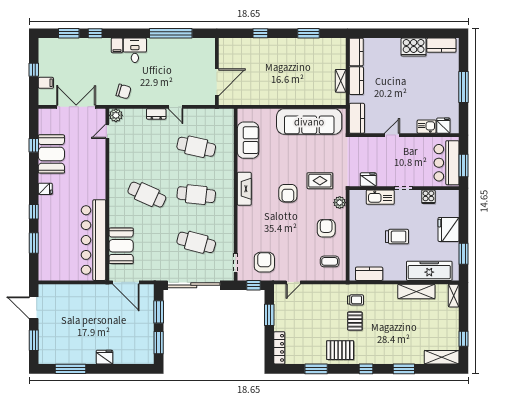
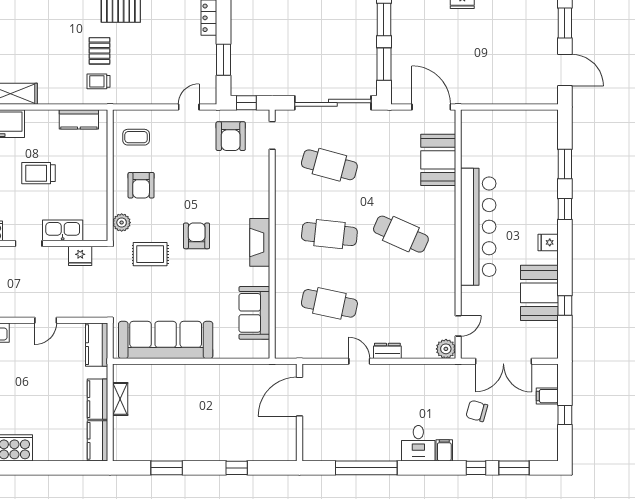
chair: (124, 91) -> (477, 411), moved
bar counter: (93, 240) -> (478, 227), moved

